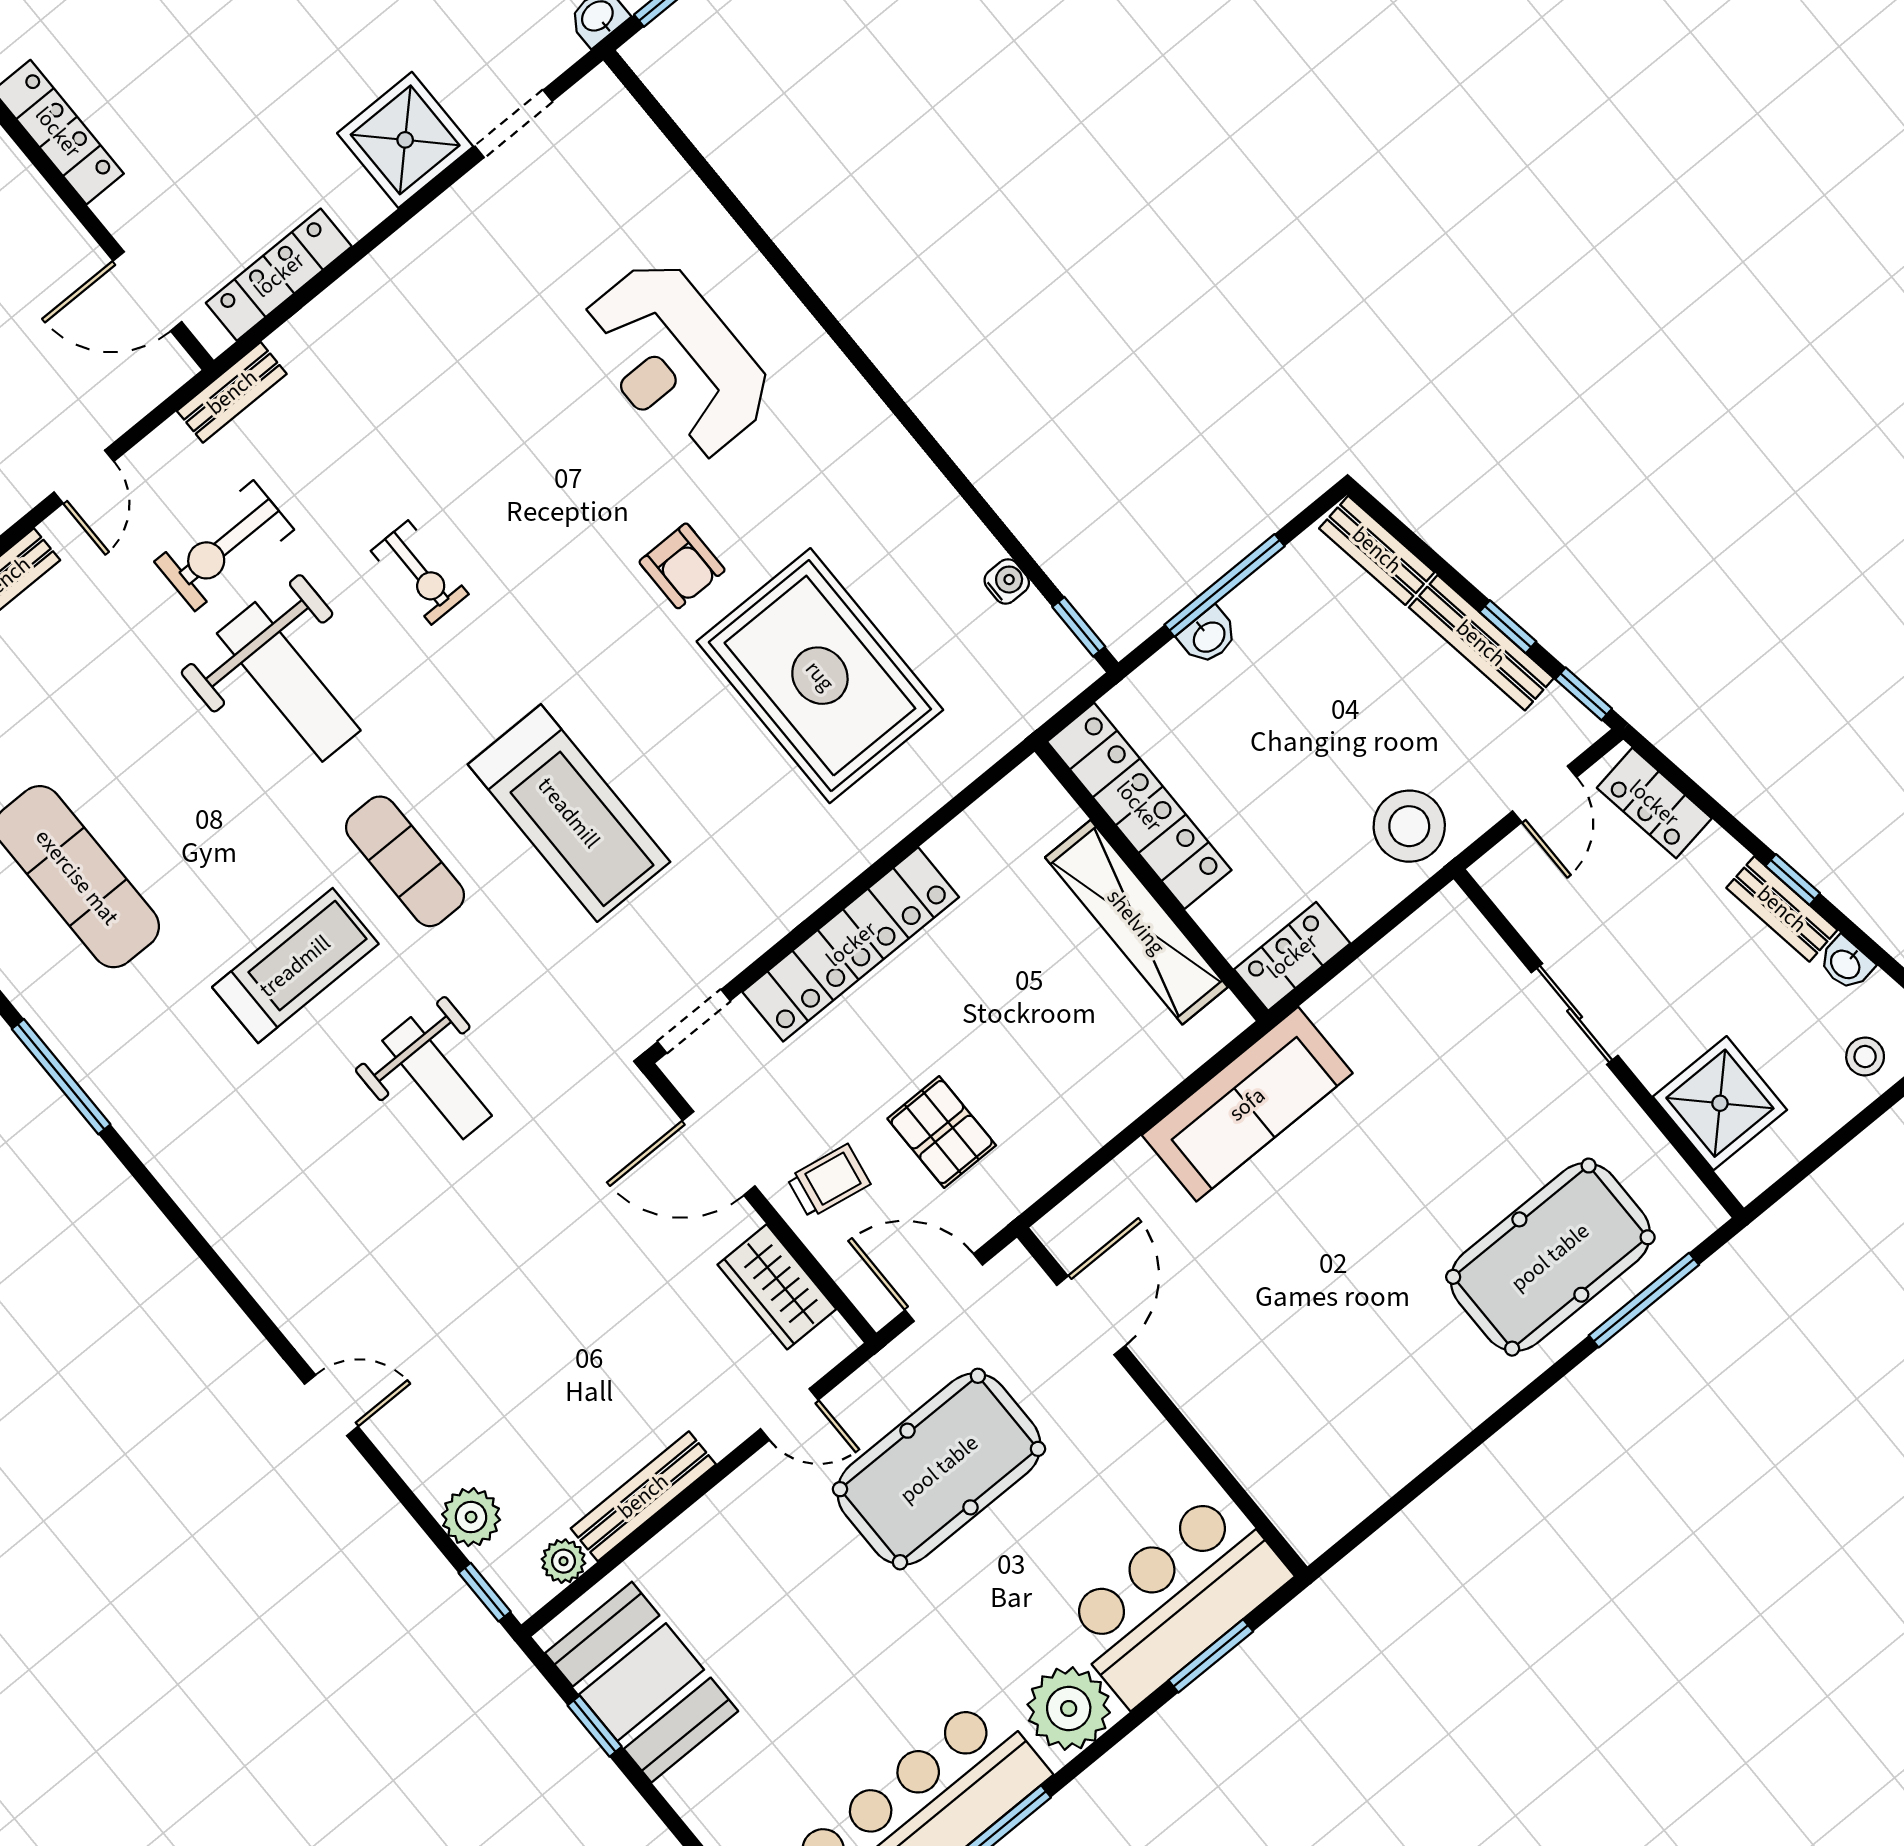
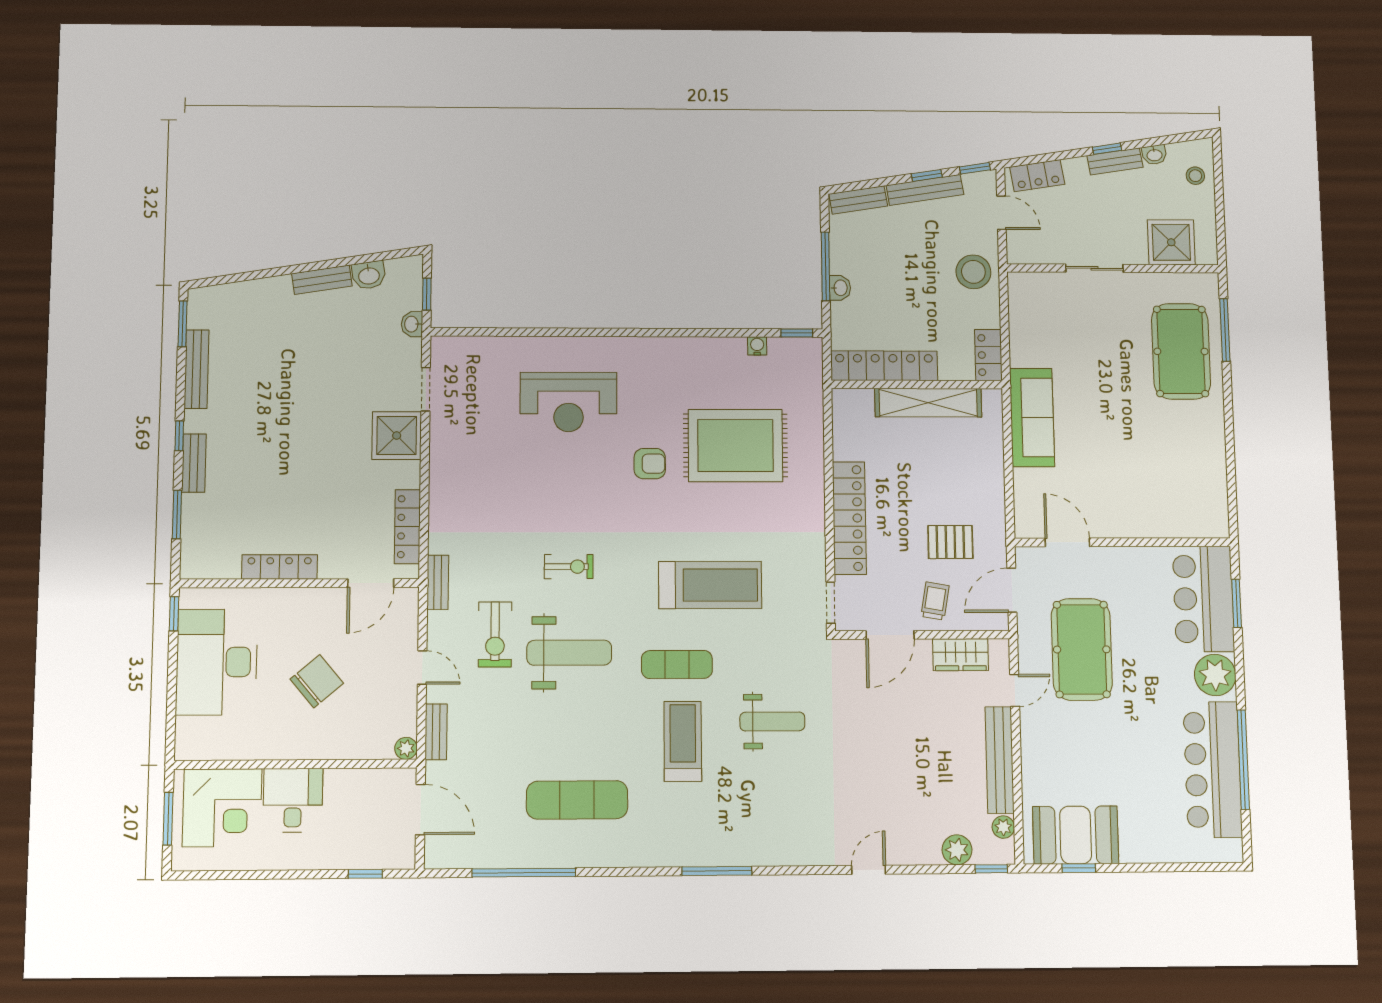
window: (61, 1077) -> (717, 871), moved
bench: (643, 1496) -> (1000, 760), width x1.37, depth x1.21

